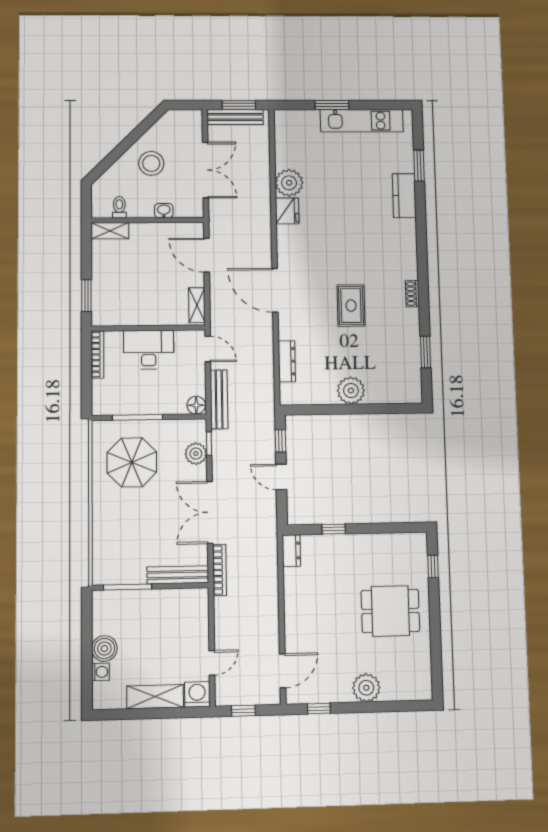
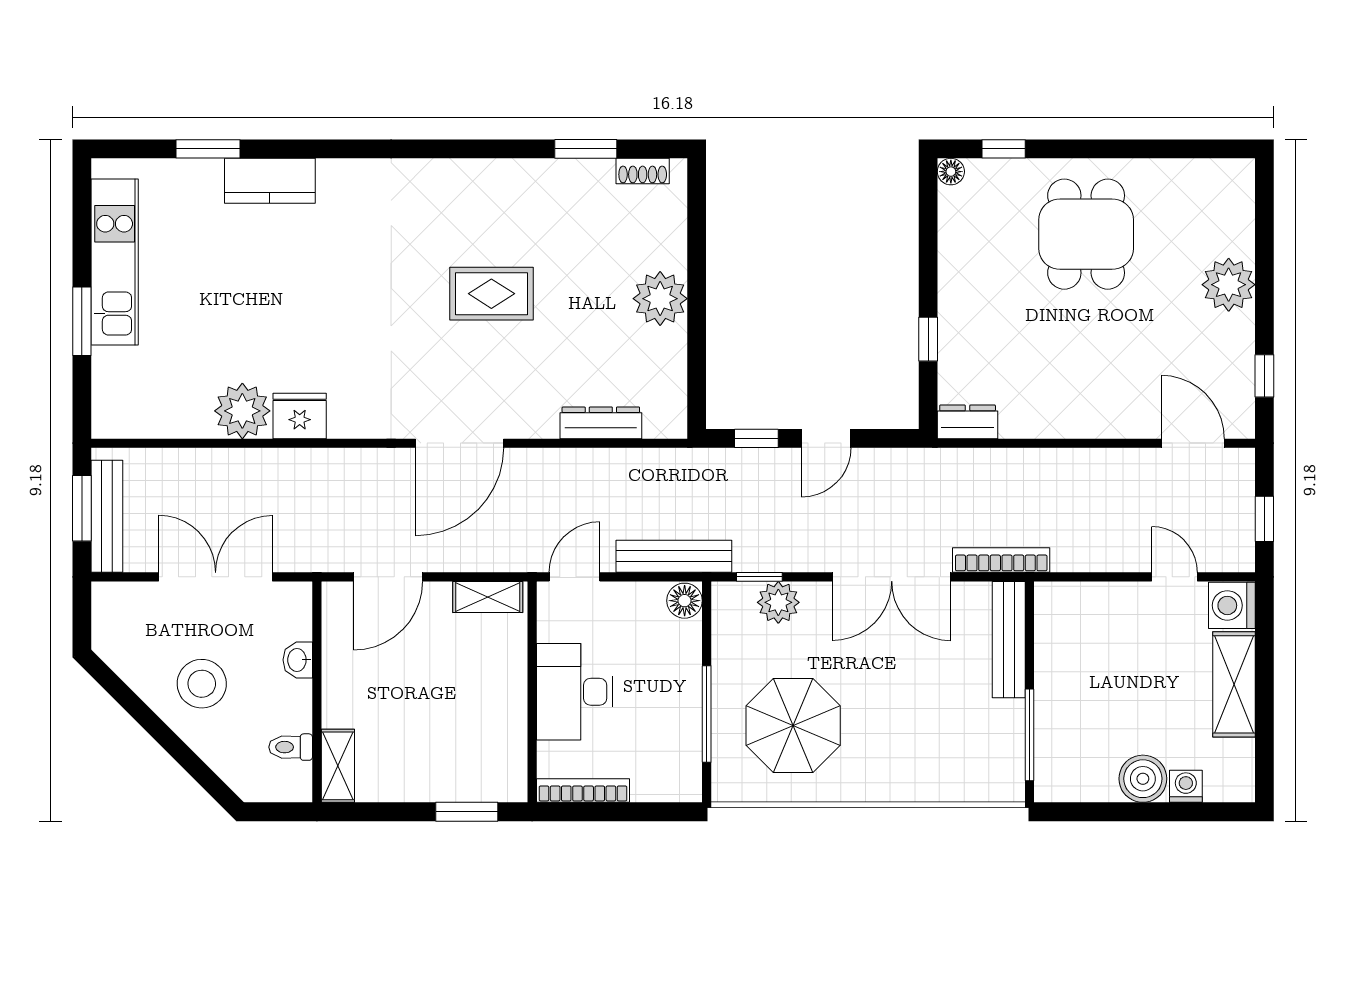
shoe rack: (412, 294) -> (643, 171), moved
floor lamp: (420, 539) -> (951, 172), added

